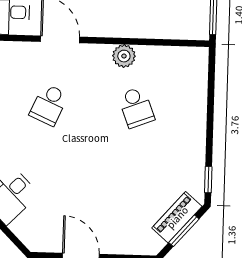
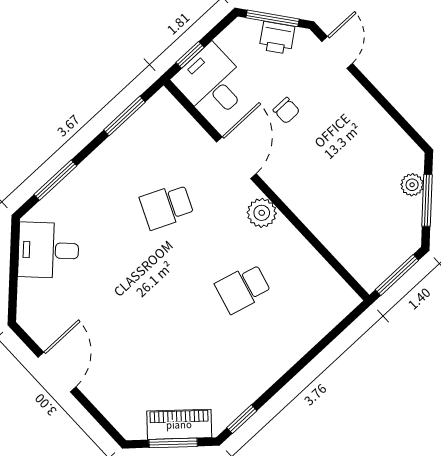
plant: (124, 56) -> (262, 213), moved
school desk: (136, 107) -> (243, 288), turned 36

